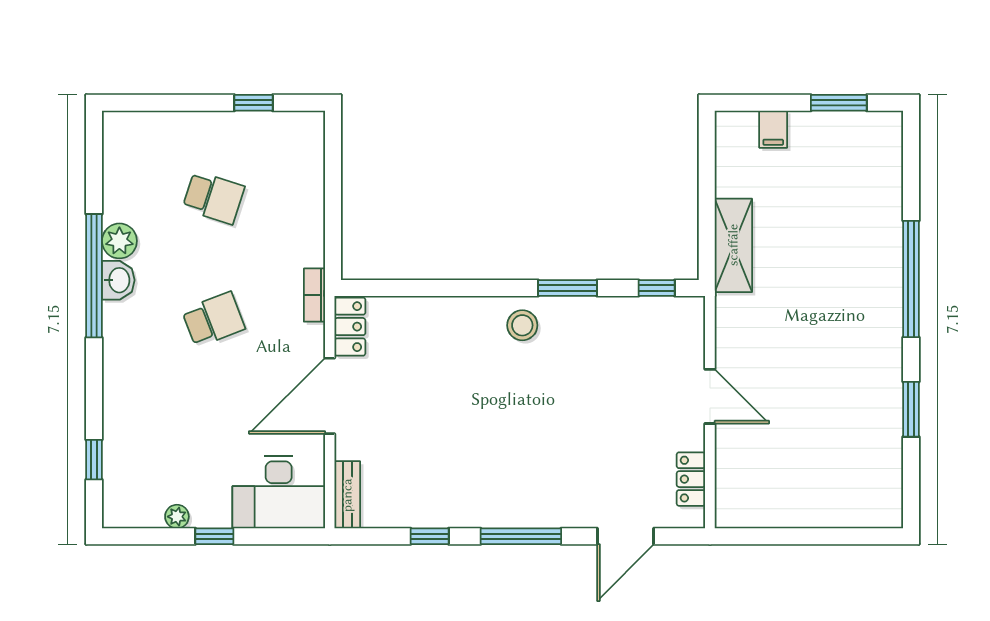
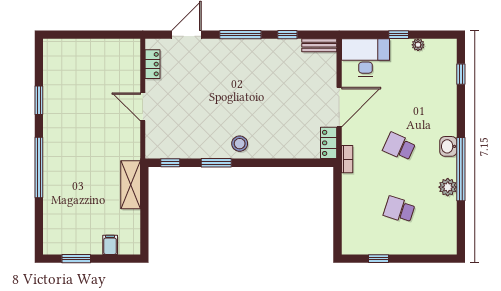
washbasin: (118, 280) -> (448, 146), moved
school desk: (213, 319) -> (399, 147), turned 45
bench: (347, 495) -> (319, 45), moved, turned 90

